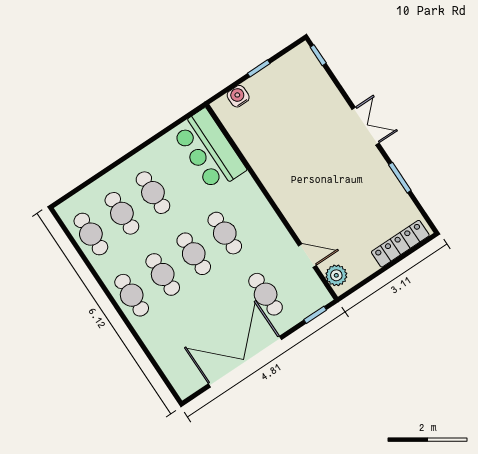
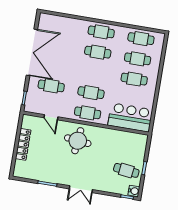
cafe table: (284, 89) -> (126, 170), added
water cooler: (238, 96) -> (134, 191), moved
round table: (305, 191) -> (78, 141), added
locker: (400, 244) -> (23, 144), moved
cafe table: (194, 254) -> (88, 113), moved
door: (307, 256) -> (51, 117), hinge flipped
plant: (336, 275) -> (32, 121), removed

